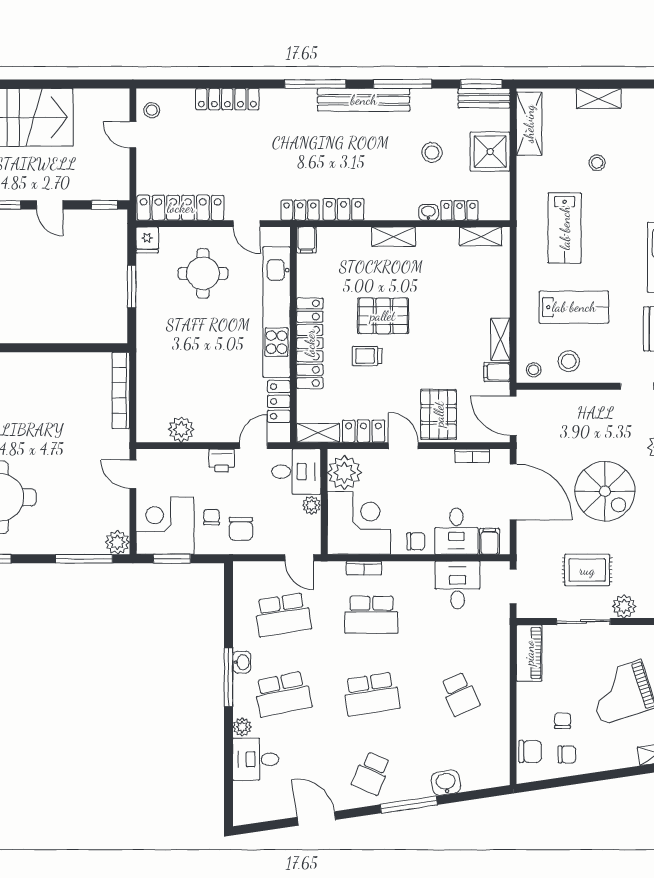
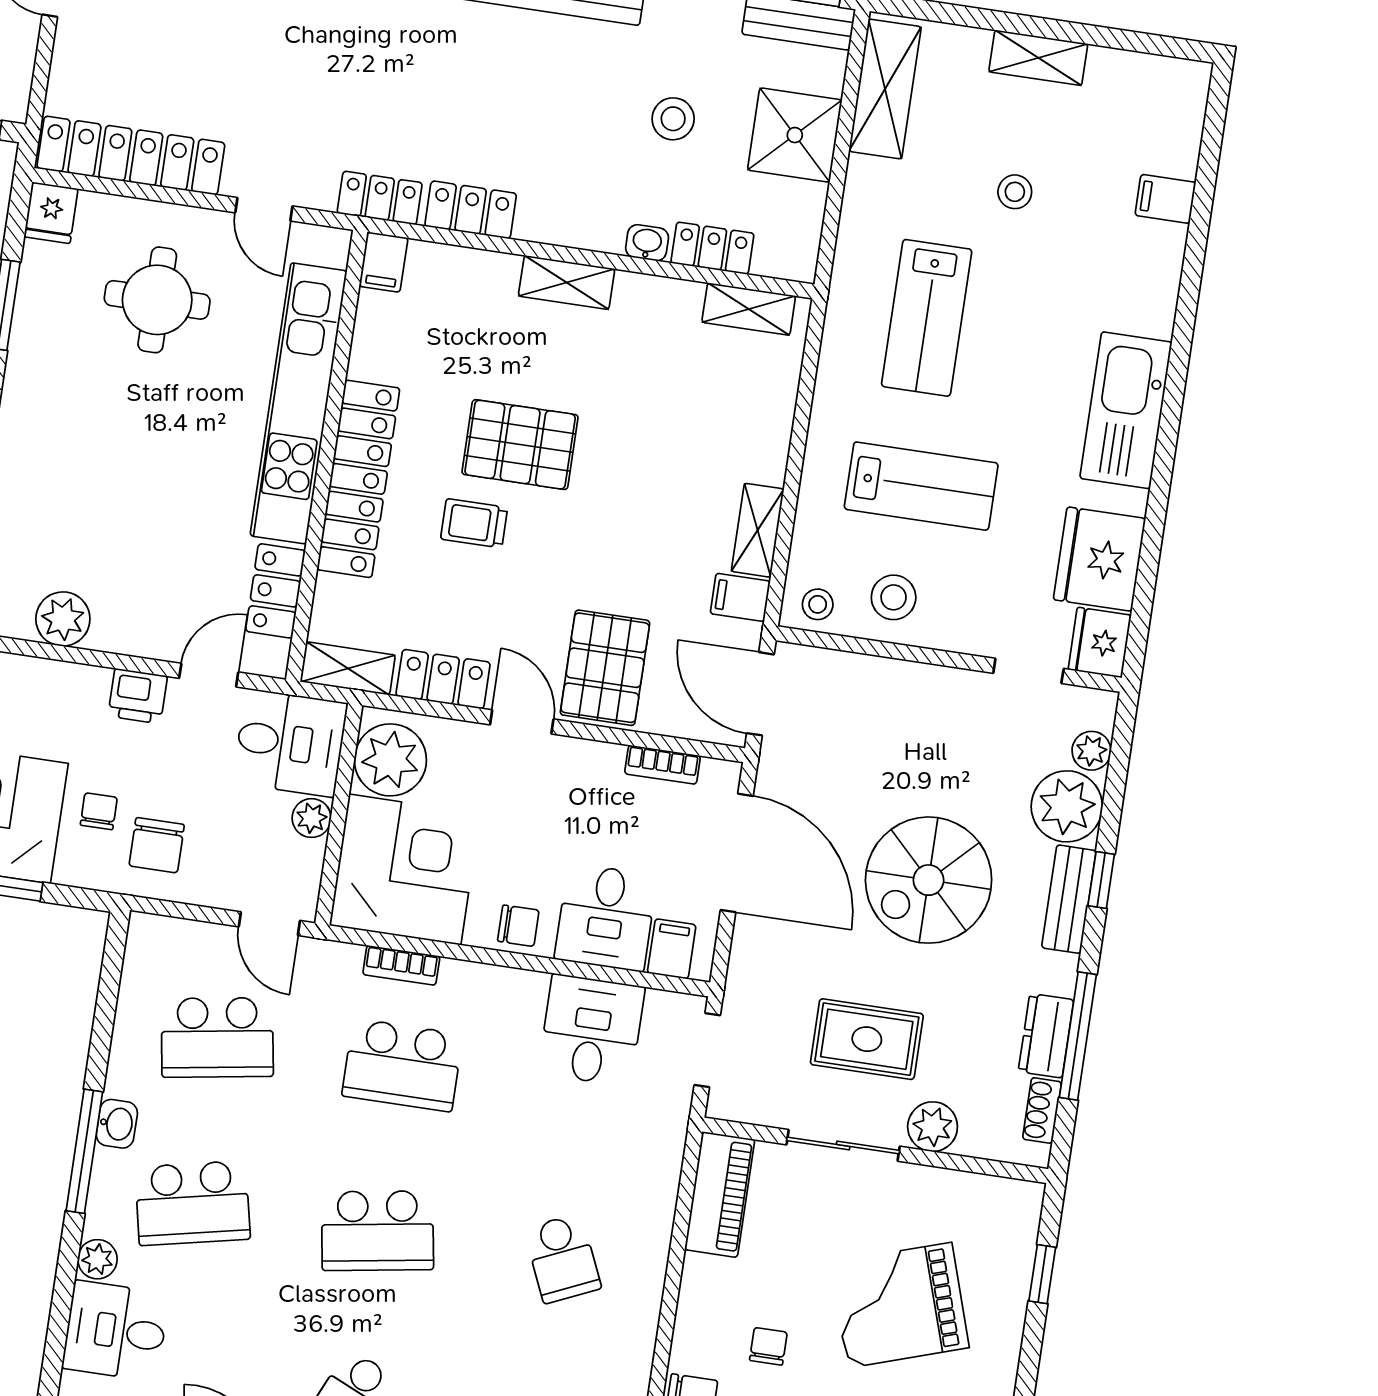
spiral stairs: (605, 491) -> (929, 880), turned 90

